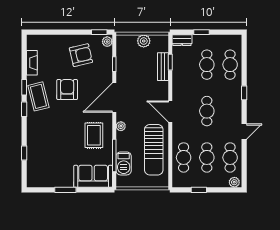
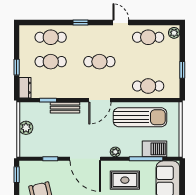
plant: (107, 42) -> (27, 166), removed
bench: (163, 67) -> (65, 108), moved
cafe table: (207, 157) -> (148, 62), removed

